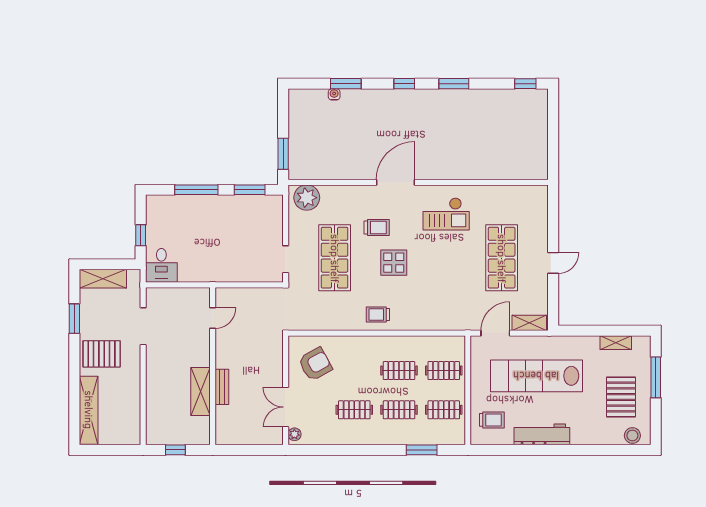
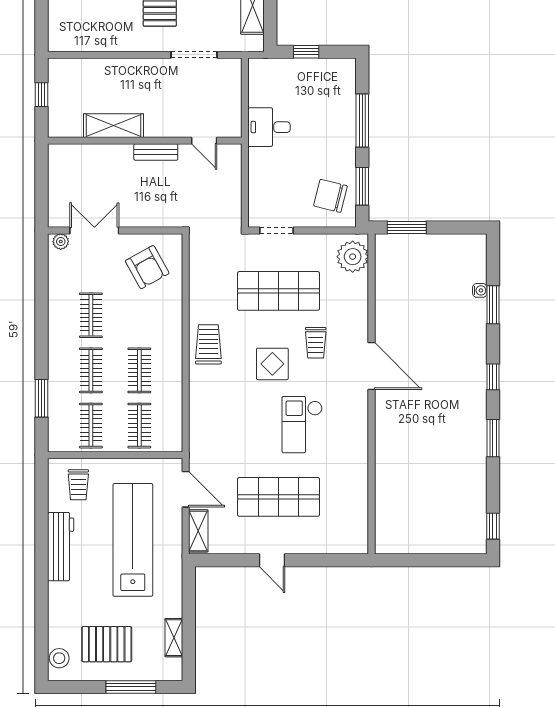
checkout: (446, 214) -> (302, 425), moved
chair: (257, 215) -> (330, 196), added
desk: (161, 265) -> (269, 127), moved
trolley: (378, 314) -> (208, 344), width x1.36, depth x1.39
bench: (222, 387) -> (156, 152), moved

